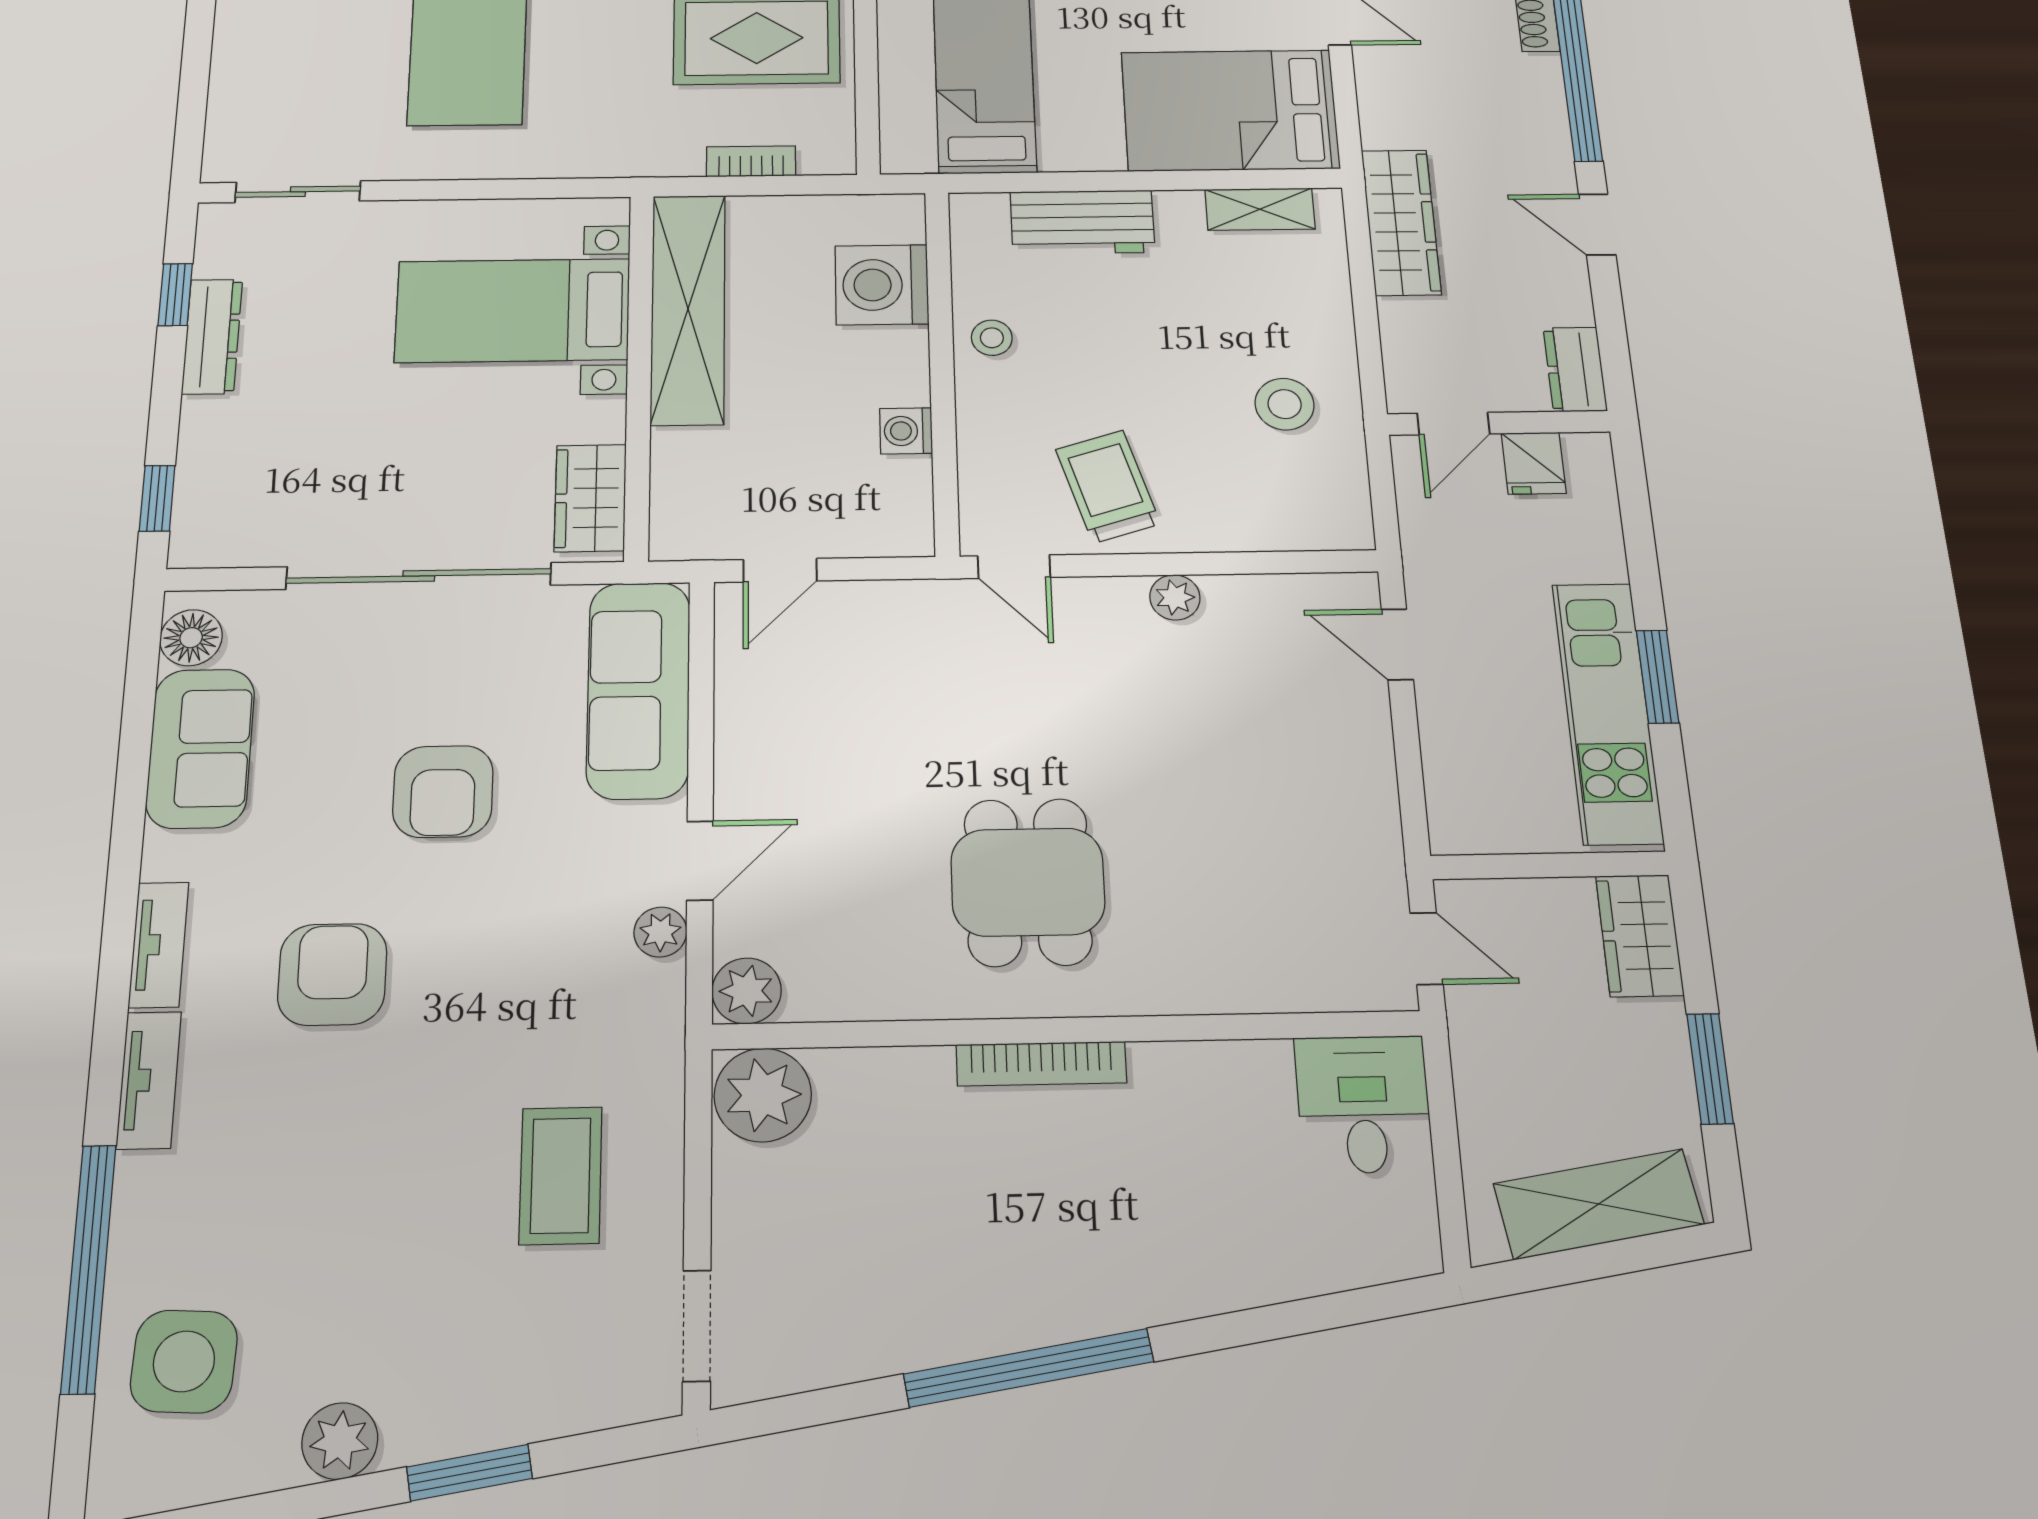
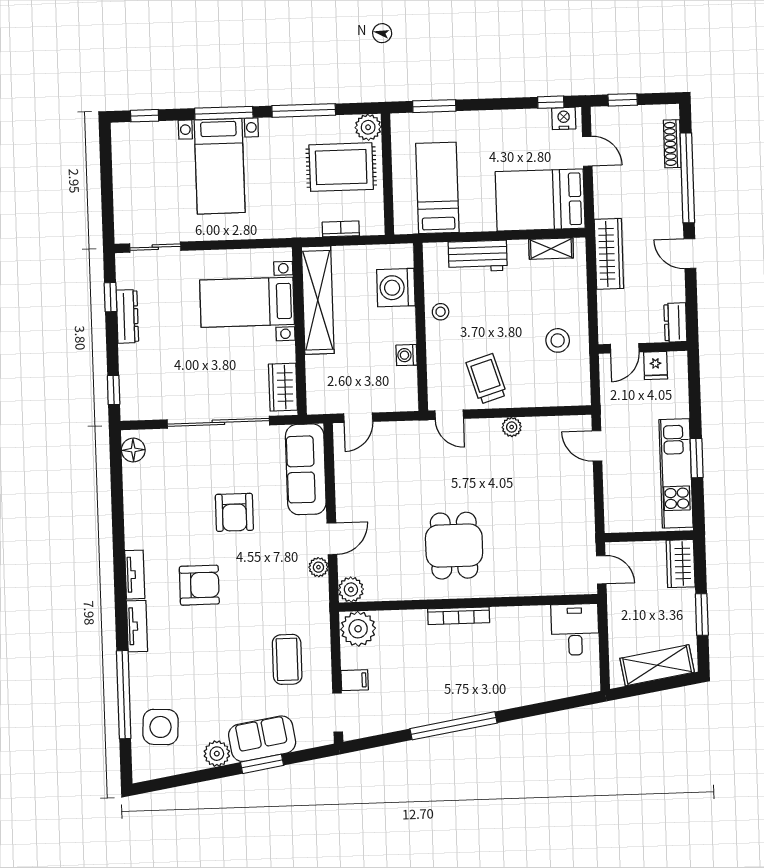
sofa: (200, 748) -> (262, 739), moved, turned -99
armchair: (332, 974) -> (199, 585), turned 90
filing cabinet: (748, 1235) -> (355, 680), added

